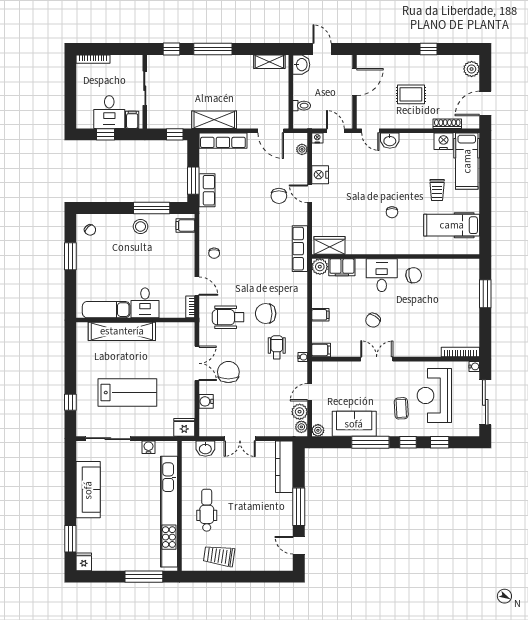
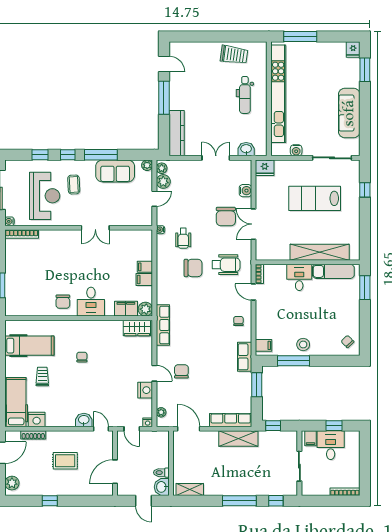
toilet: (302, 106) -> (161, 473), moved
row of seats: (207, 190) -> (245, 357), moved
window: (70, 256) -> (365, 288), moved
chair: (414, 275) -> (63, 302), turned -81
chair: (373, 320) -> (99, 262), removed
filing cabinet: (321, 350) -> (144, 280), moved

